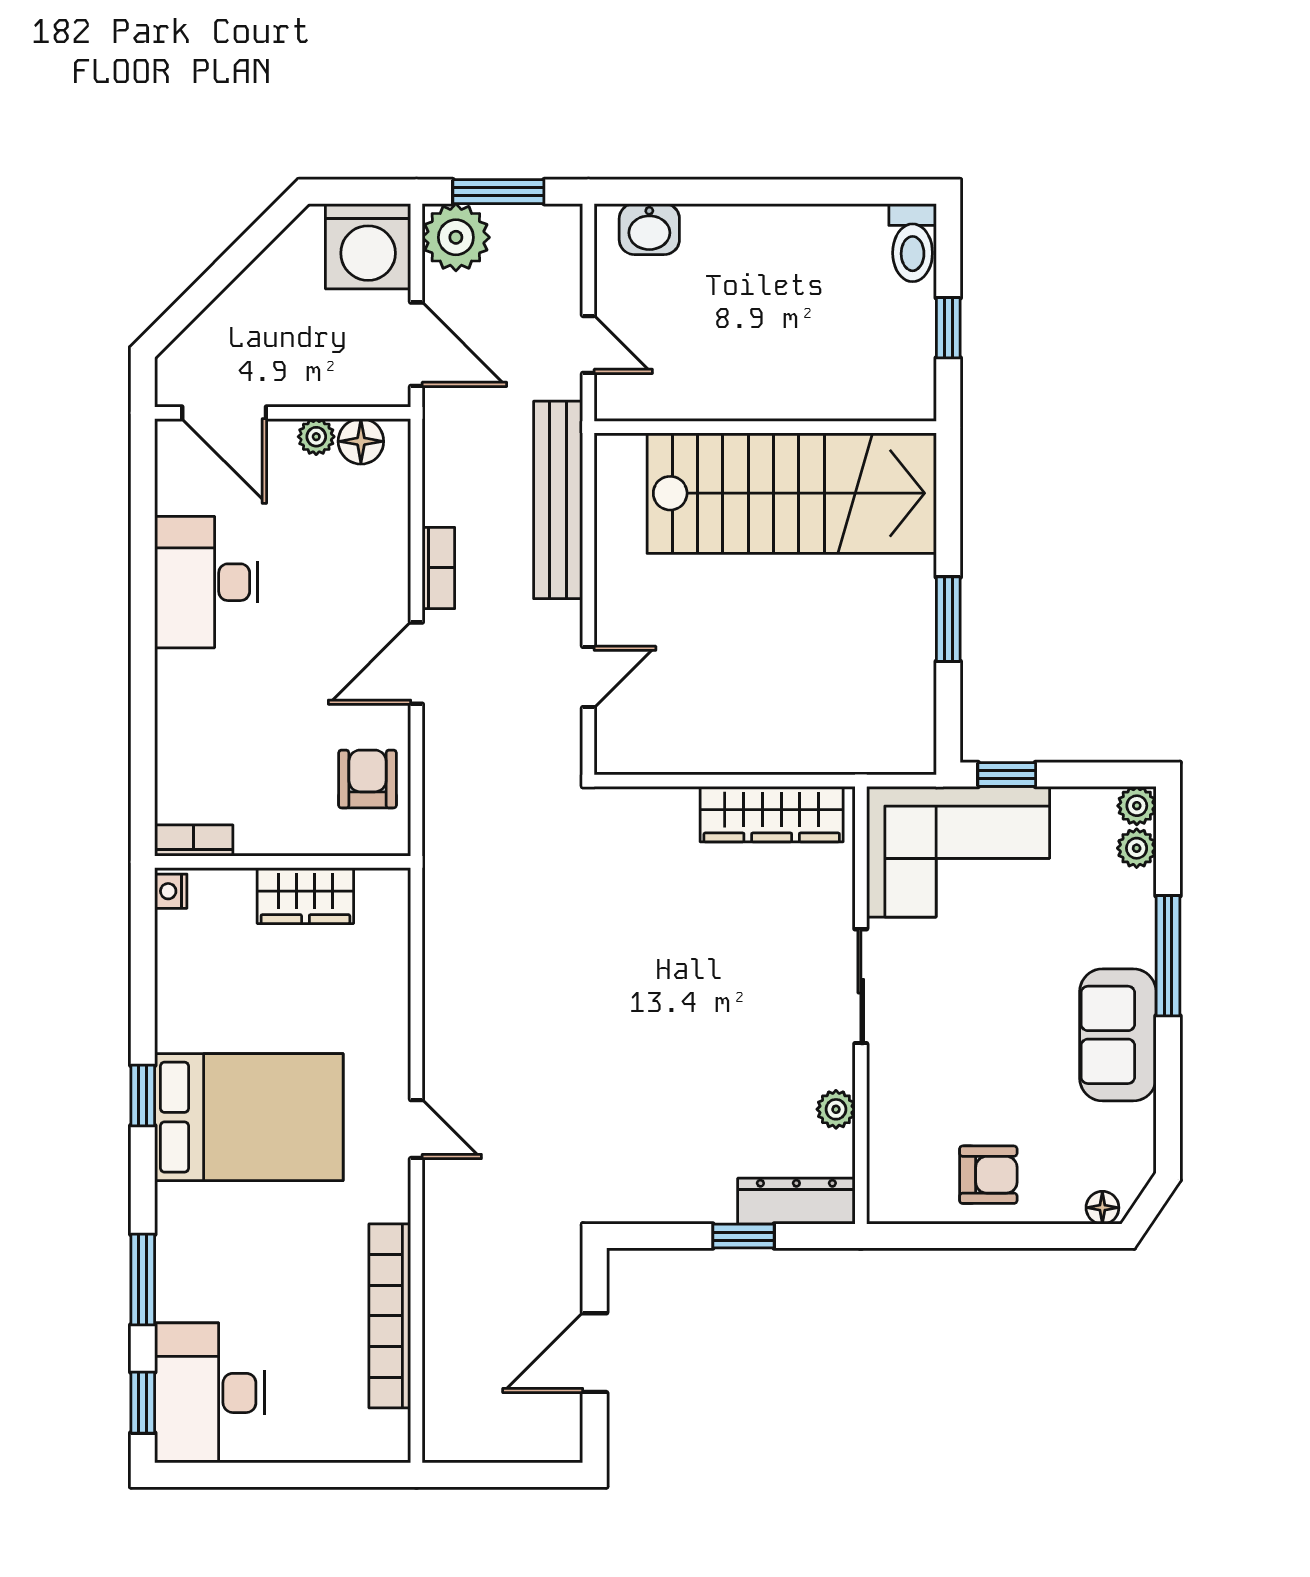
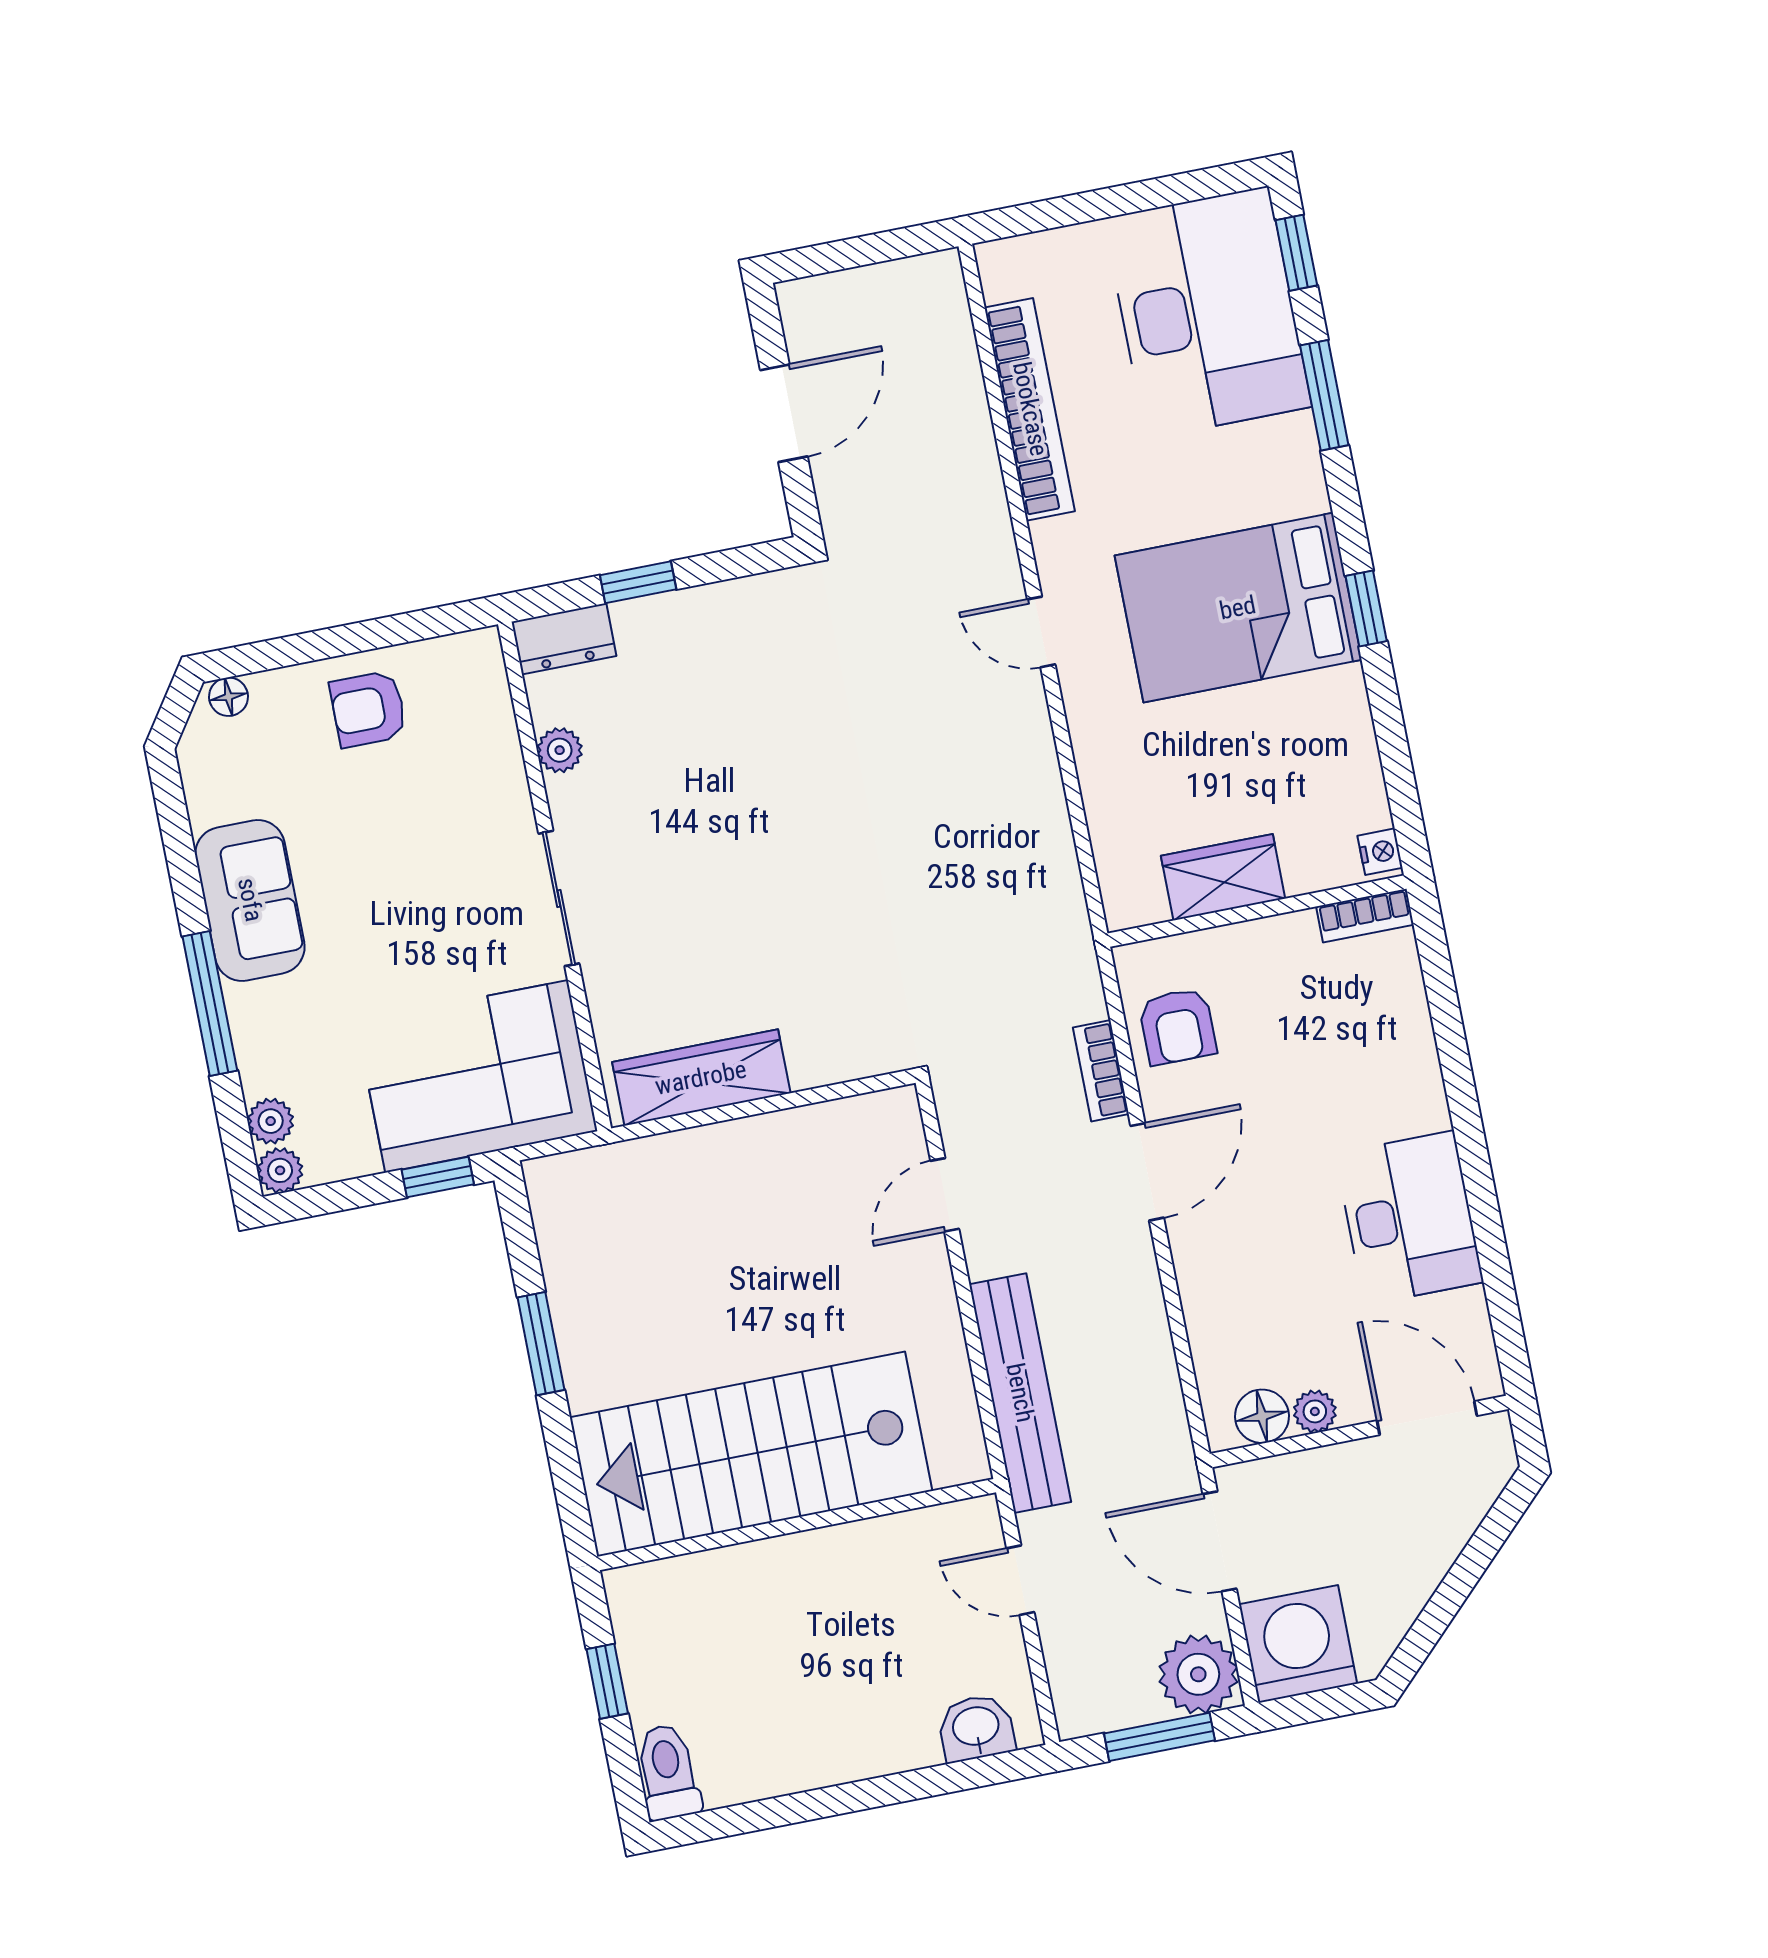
bookcase: (438, 568) -> (1101, 1071), moved
dresser: (796, 1201) -> (564, 639), width x0.70
desk: (210, 1393) -> (1208, 312), width x1.36, depth x1.30

